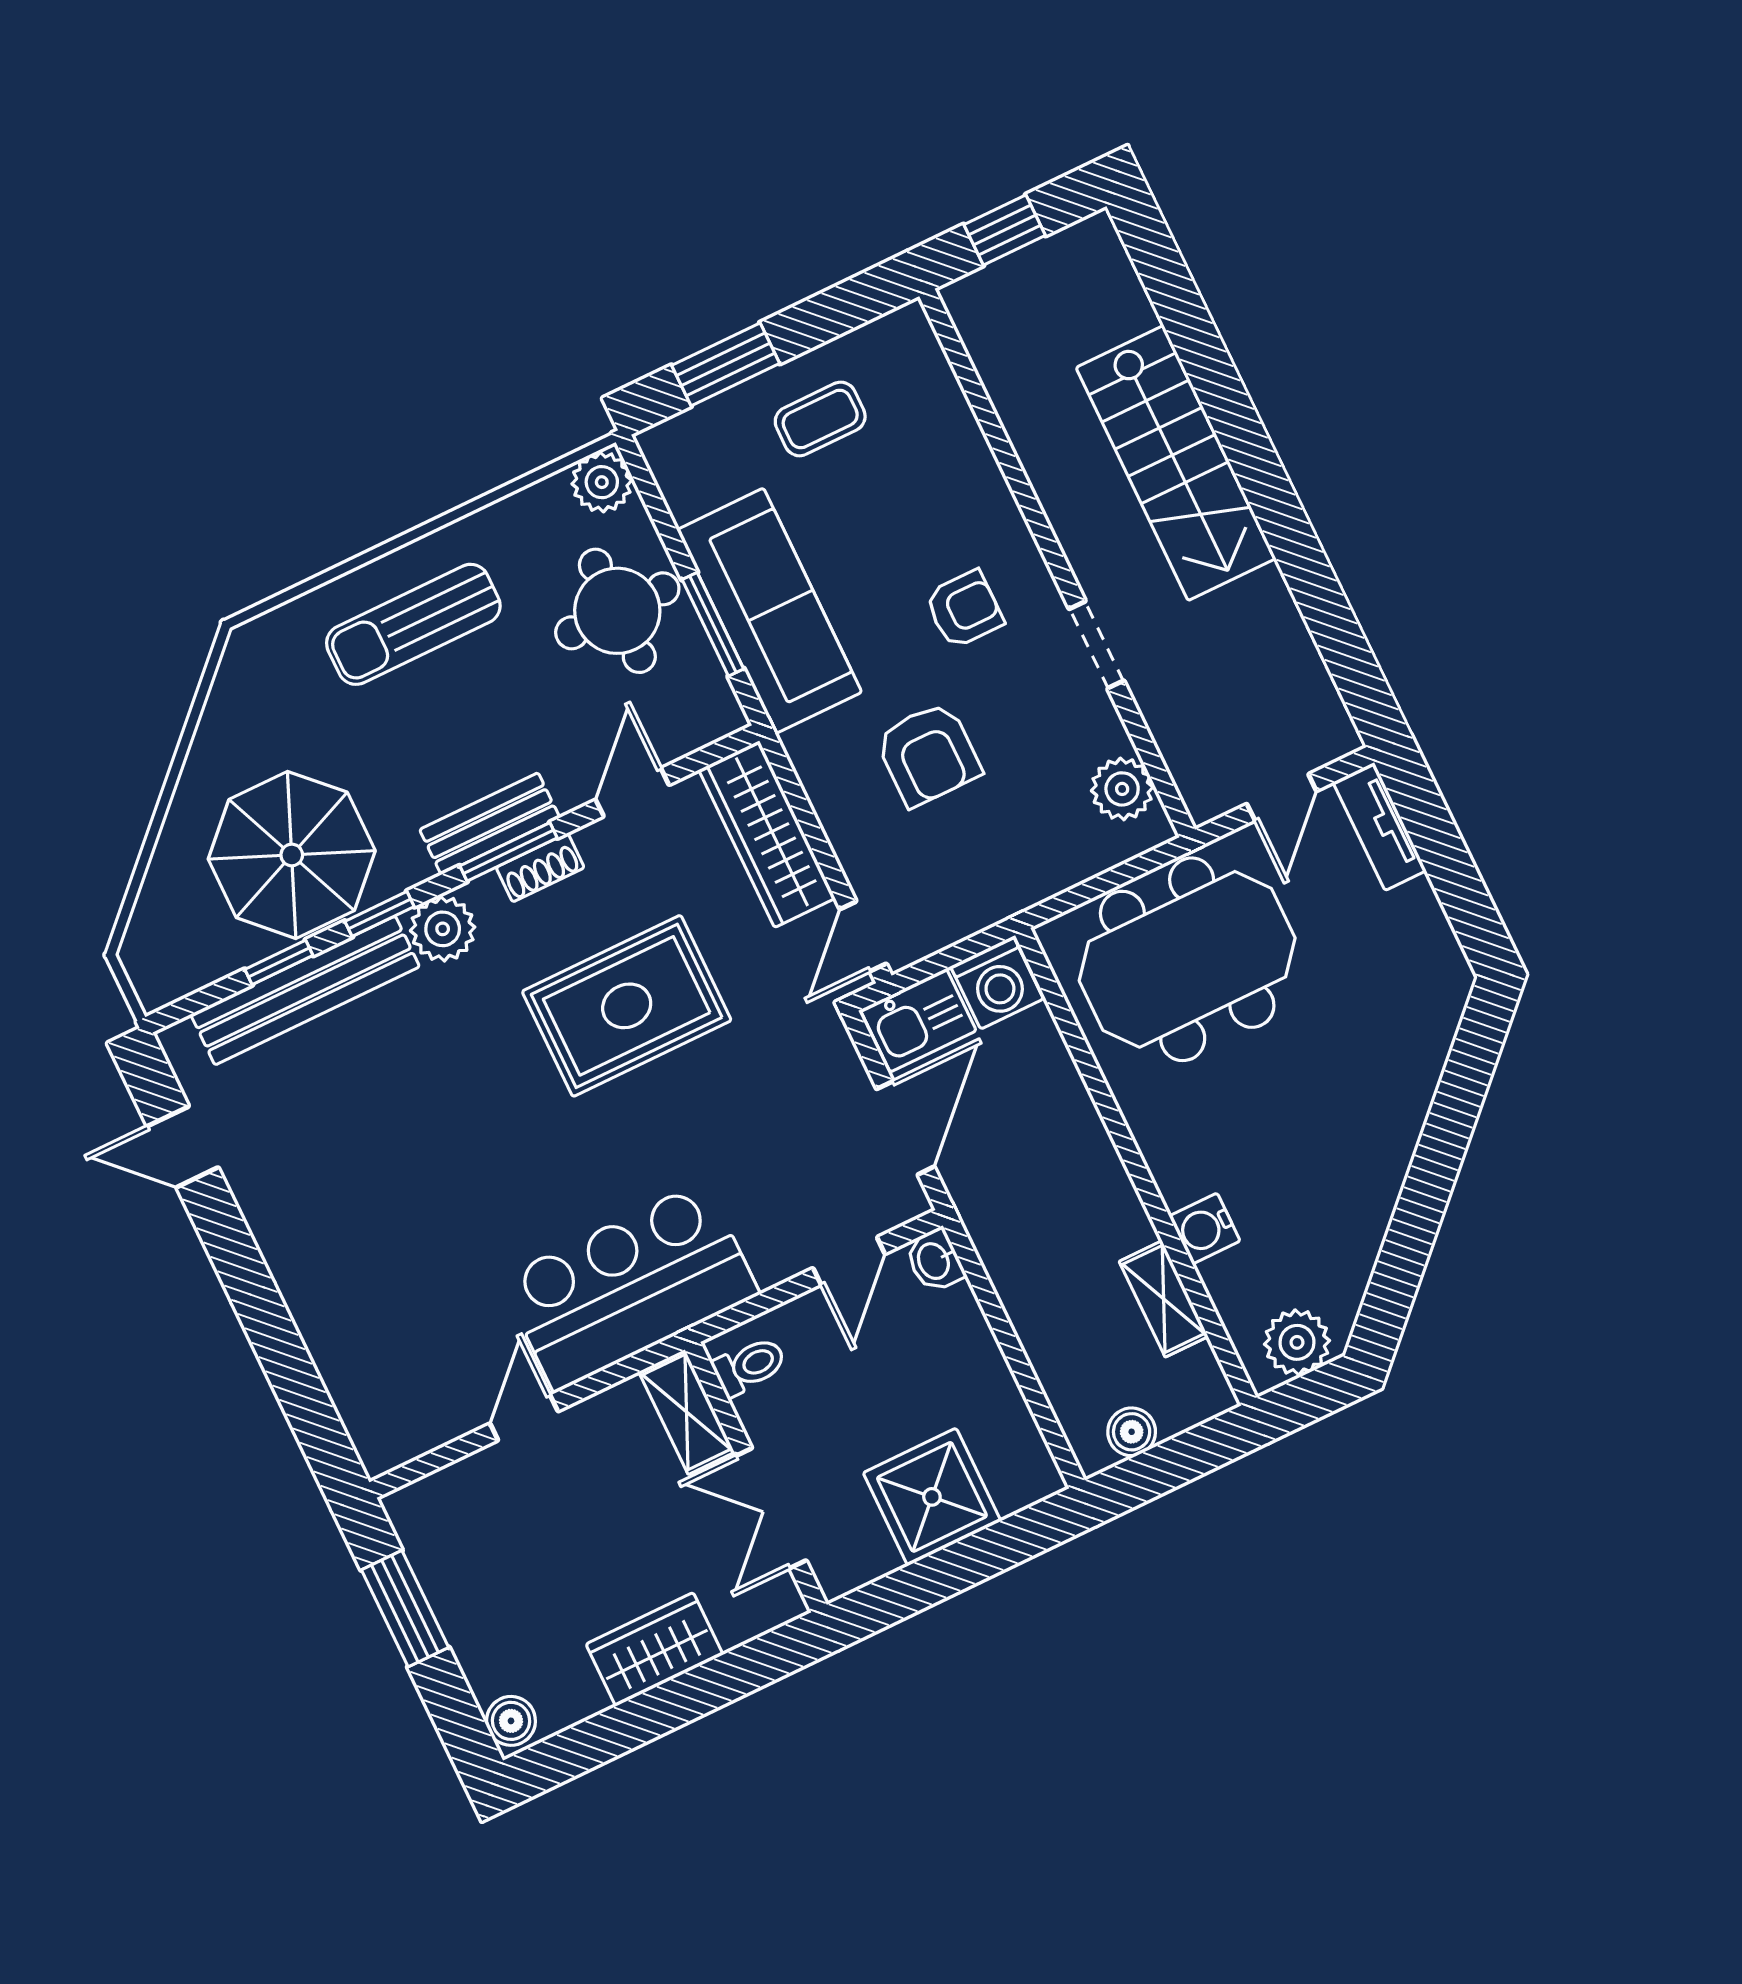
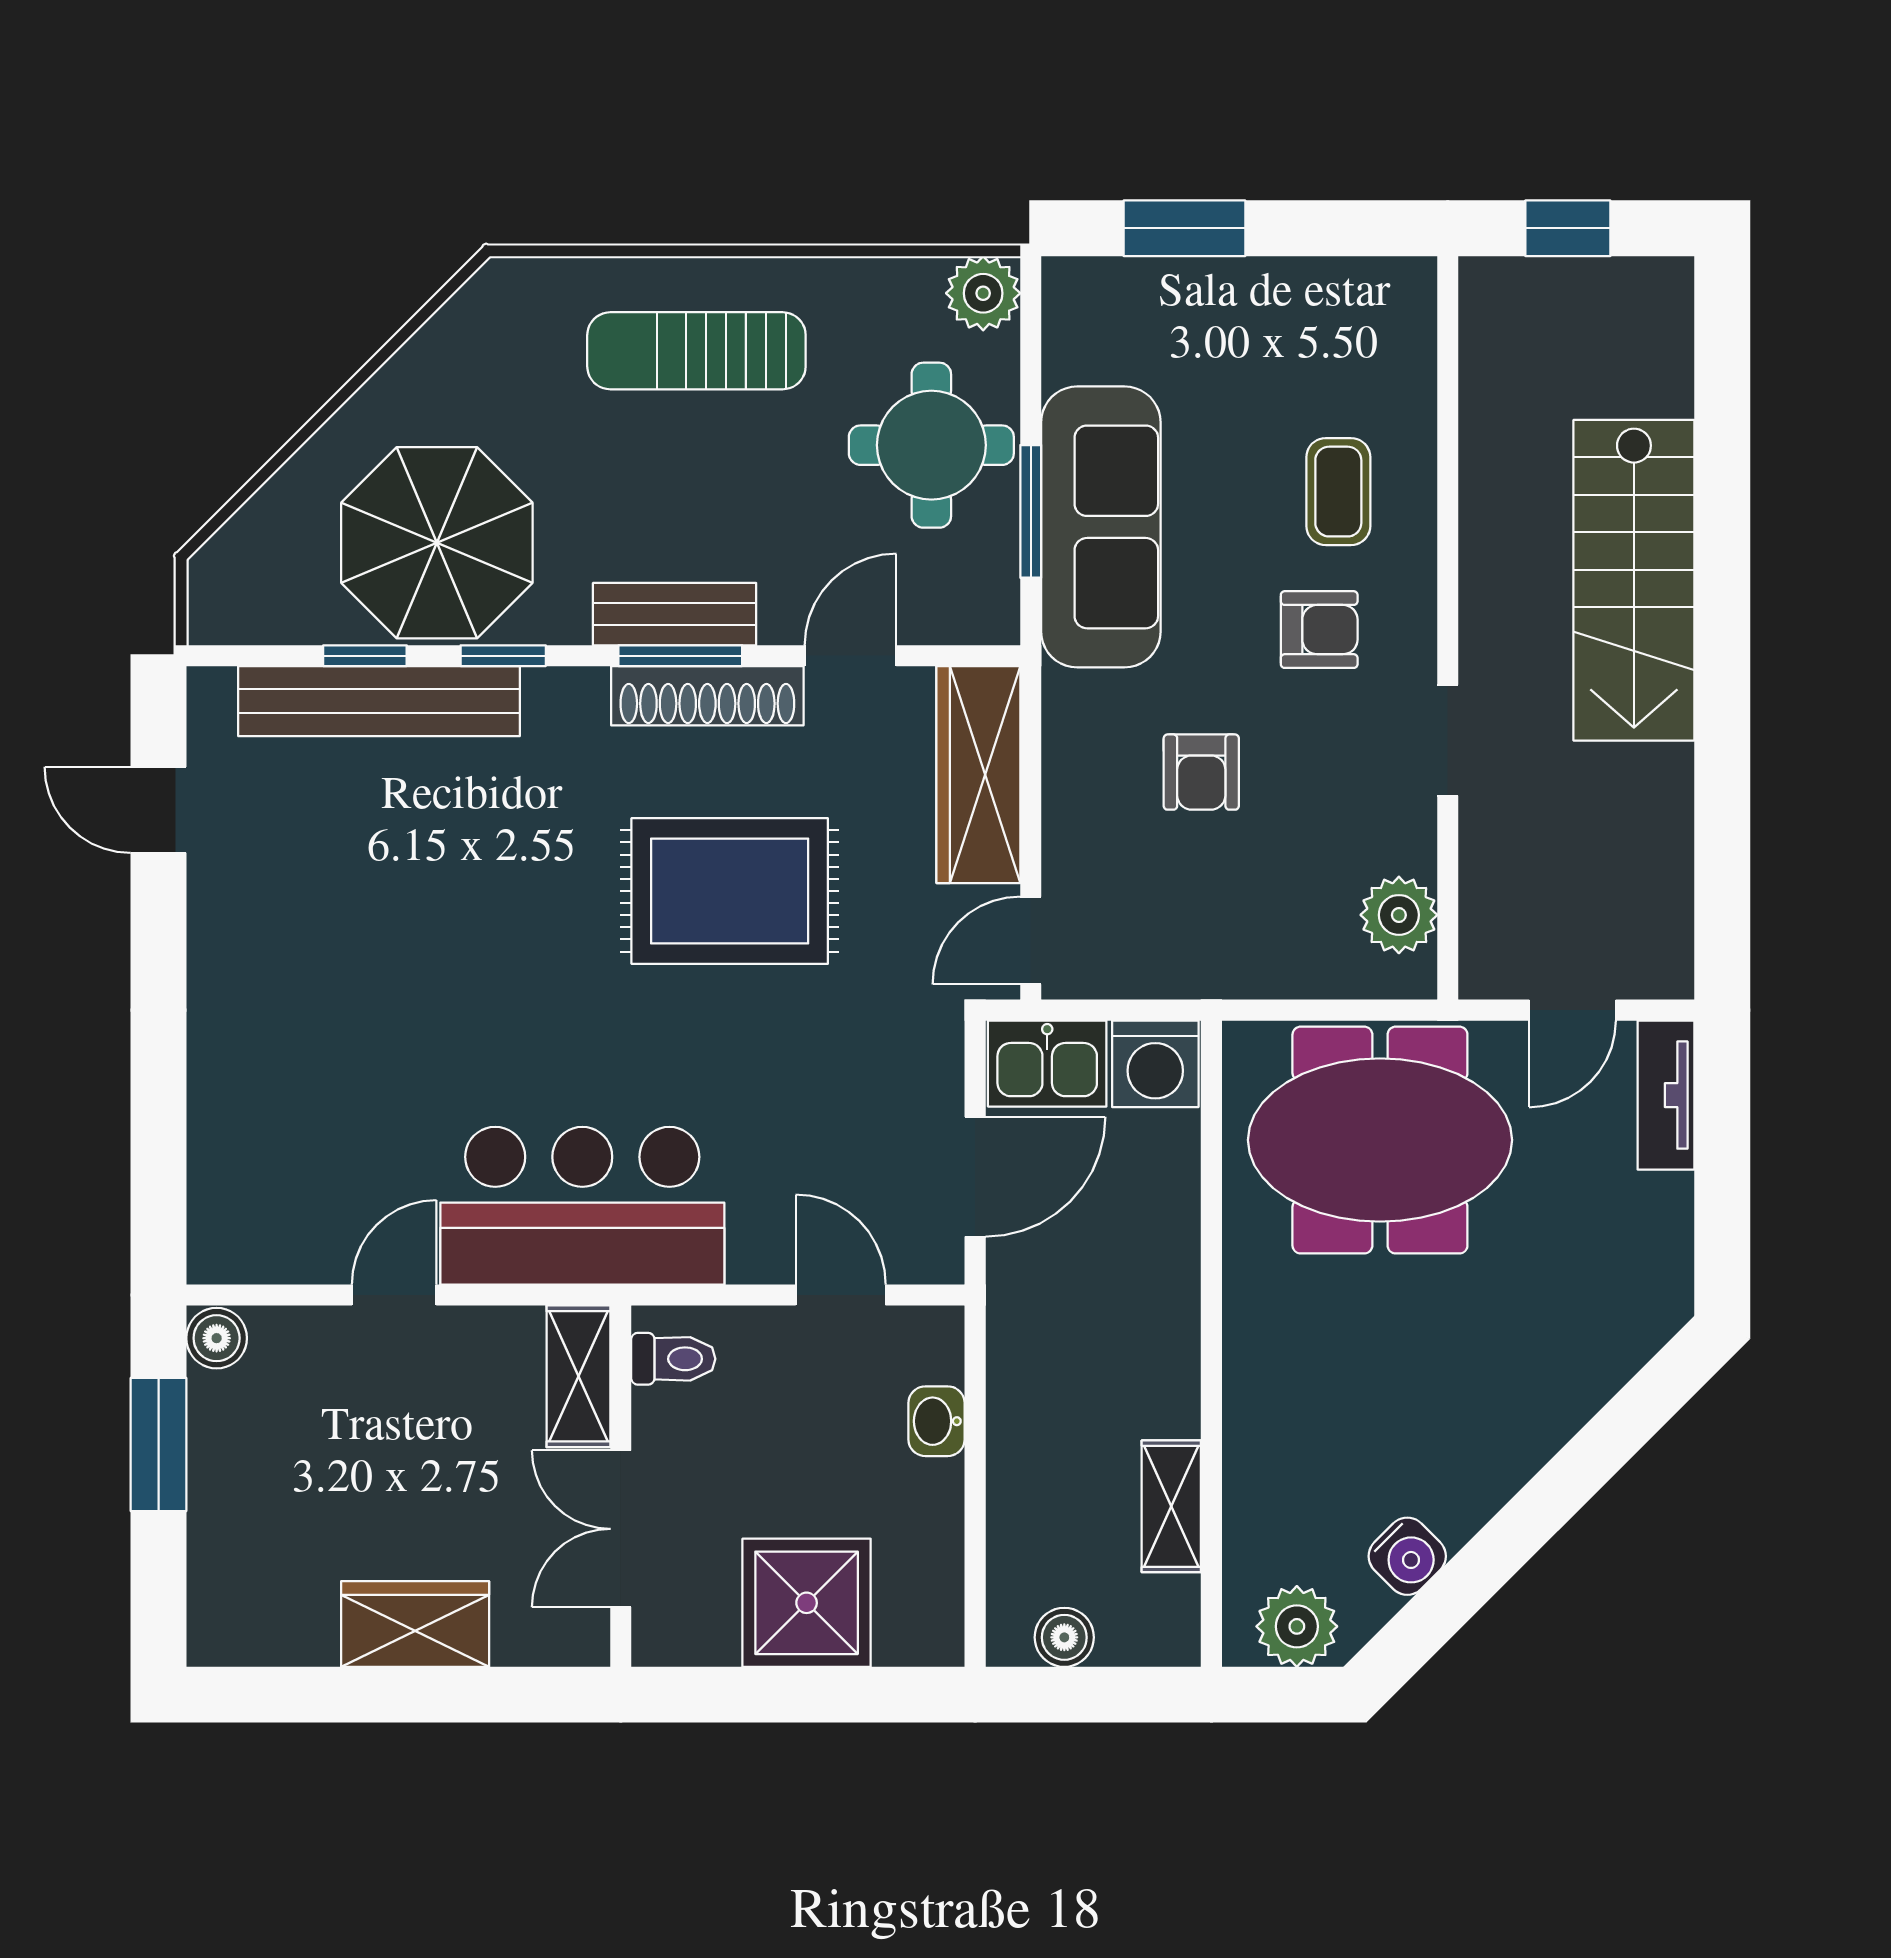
coffee table: (820, 419) -> (1338, 492), moved, turned 90
armchair: (928, 754) -> (1201, 772), width x0.72, depth x0.72
shoe rack: (540, 868) -> (707, 696), width x1.94, depth x1.24
plant: (443, 929) -> (566, 706), removed
water cooler: (1205, 1228) -> (1407, 1556), moved, turned -135
washbasin: (935, 1260) -> (937, 1421), moved
door: (849, 1261) -> (841, 1295), swing flipped
boiler: (511, 1721) -> (217, 1338), moved

